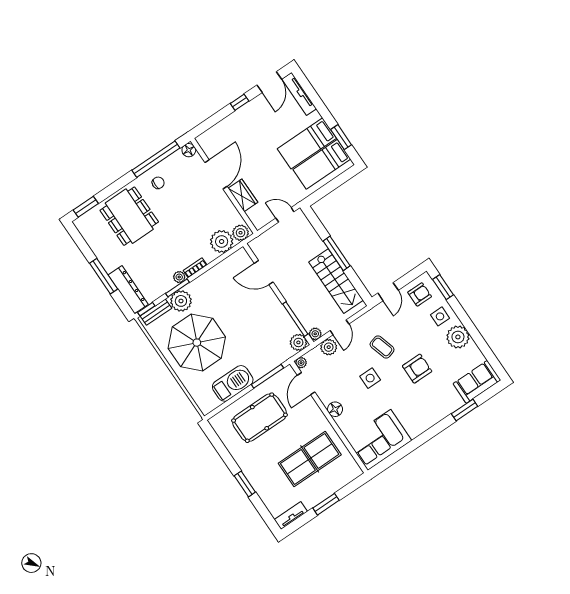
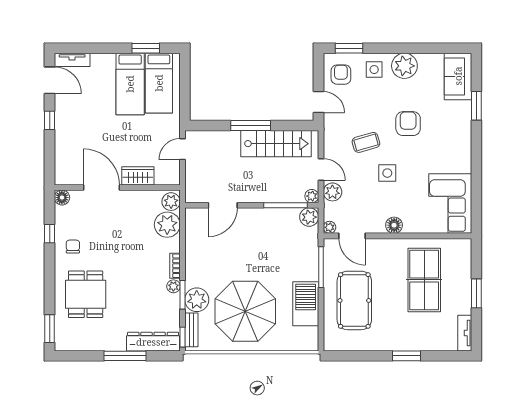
tv unit: (299, 94) -> (72, 60), width x0.71
window: (156, 159) -> (50, 234), width x0.32
dining table: (129, 216) -> (86, 294), width x0.73

